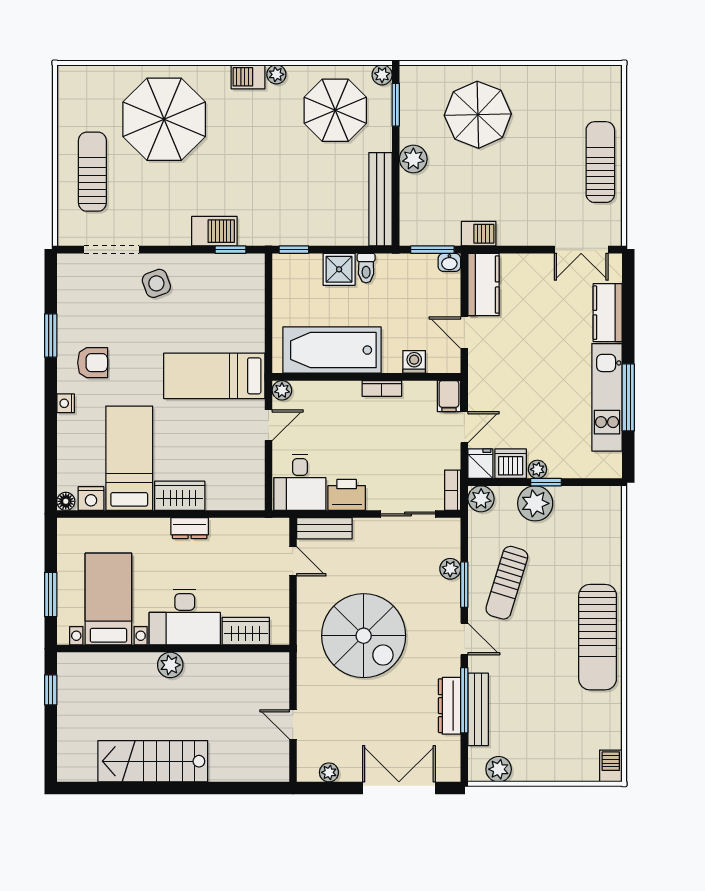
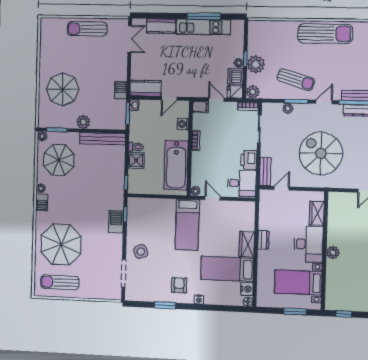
sun lounger: (92, 172) -> (60, 282), moved
spiral stairs: (364, 636) -> (321, 153), turned -90

